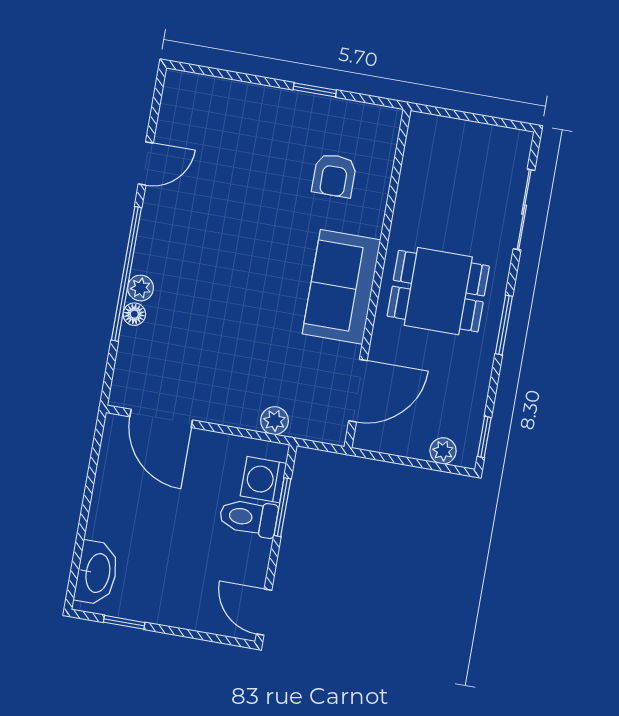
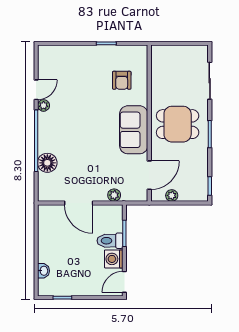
plant: (141, 288) -> (44, 105), moved
floor lamp: (134, 314) -> (47, 163), width x1.89, depth x1.89
door: (161, 418) -> (79, 203), moved
plant: (443, 451) -> (172, 195), moved
washing machine: (263, 480) -> (114, 259), moved
washbasin: (97, 573) -> (44, 271), width x0.52, depth x0.69
door: (264, 612) -> (124, 282), hinge flipped

